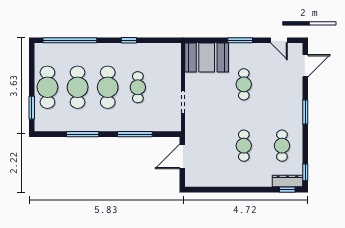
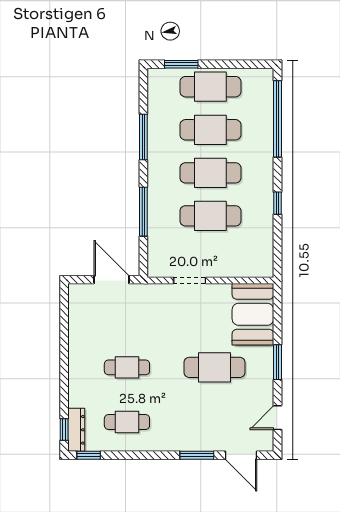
cafe table: (244, 84) -> (215, 367), width x1.37, depth x1.35
cafe table: (138, 87) -> (210, 216), width x1.37, depth x1.35
window: (305, 112) -> (197, 455), moved

